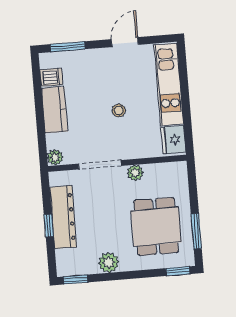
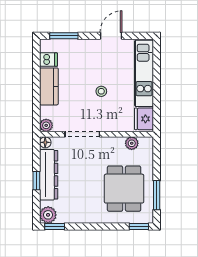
plant: (135, 173) -> (132, 143), moved
floor lamp: (56, 178) -> (45, 142), added
plant: (109, 263) -> (48, 215), moved

